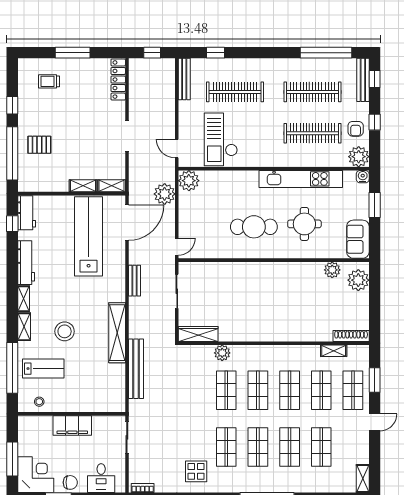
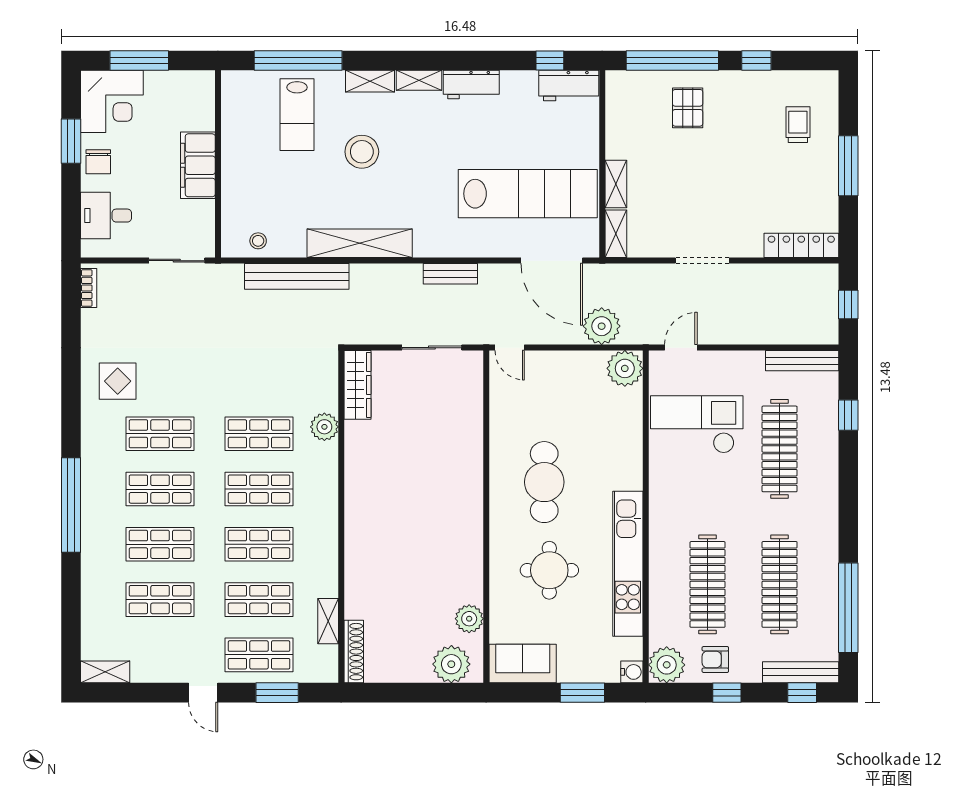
workbench: (26, 263) -> (471, 85), width x0.73
stool: (39, 402) -> (258, 241), moved

